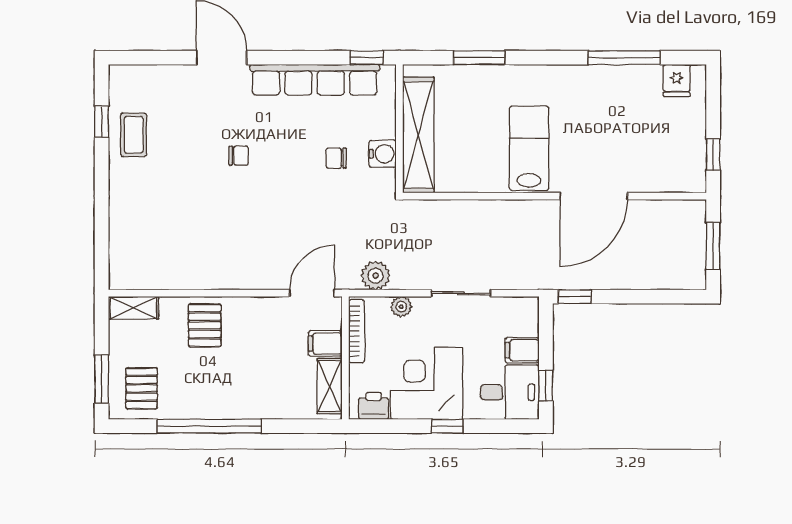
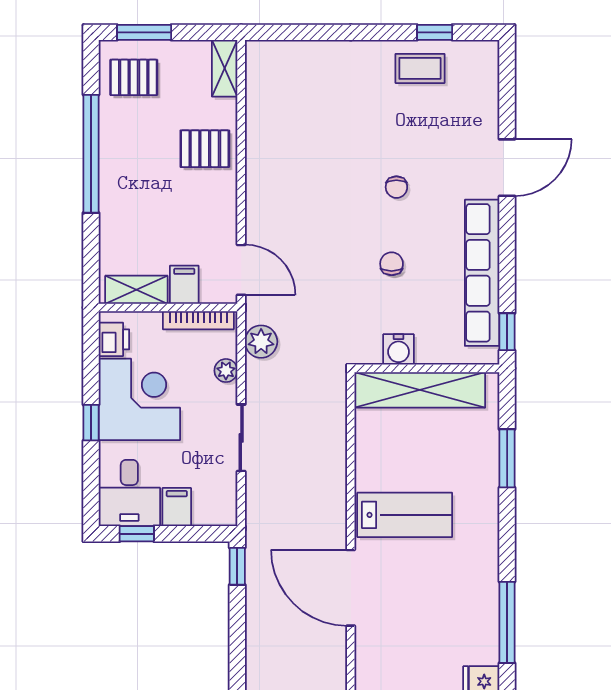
chair: (336, 158) -> (392, 264), moved

